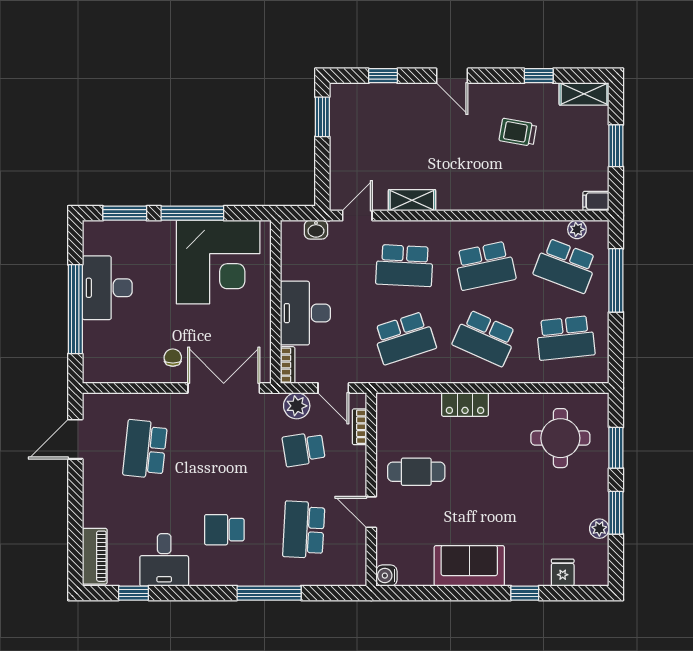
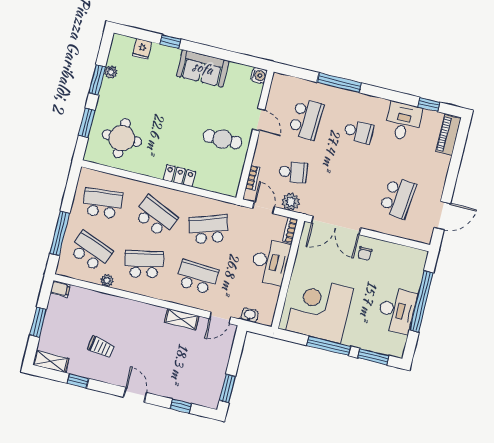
plant: (577, 229) -> (107, 280), moved

